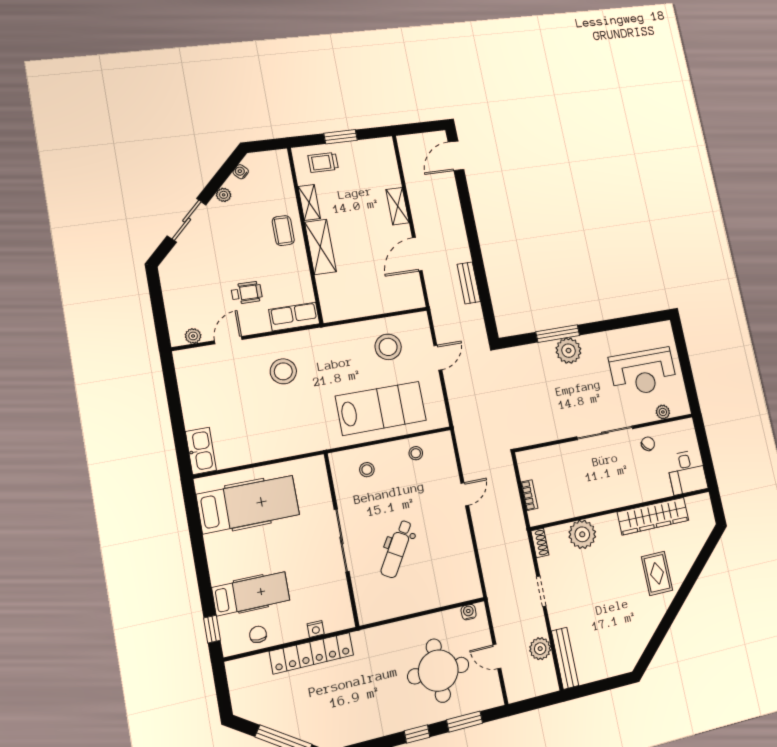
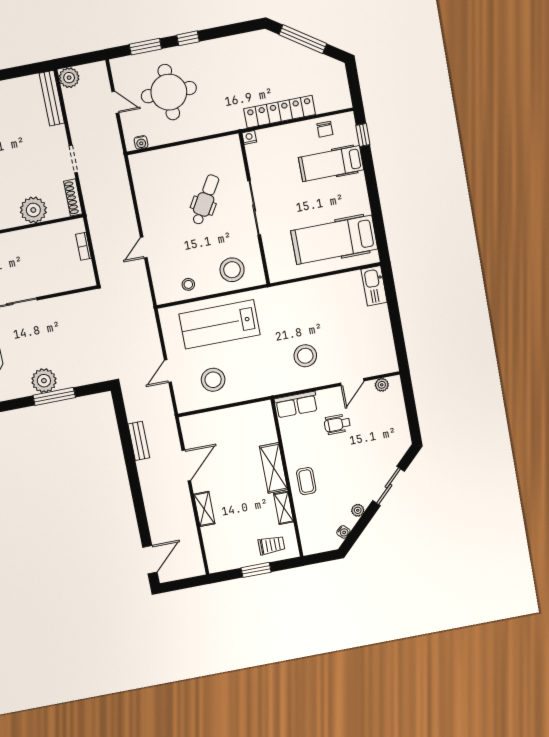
stool: (367, 470) -> (232, 270), width x1.89, depth x1.89
shoe rack: (540, 543) -> (73, 198), width x1.43
nightstand: (316, 629) -> (249, 137), moved
plant: (540, 649) -> (69, 78), moved

